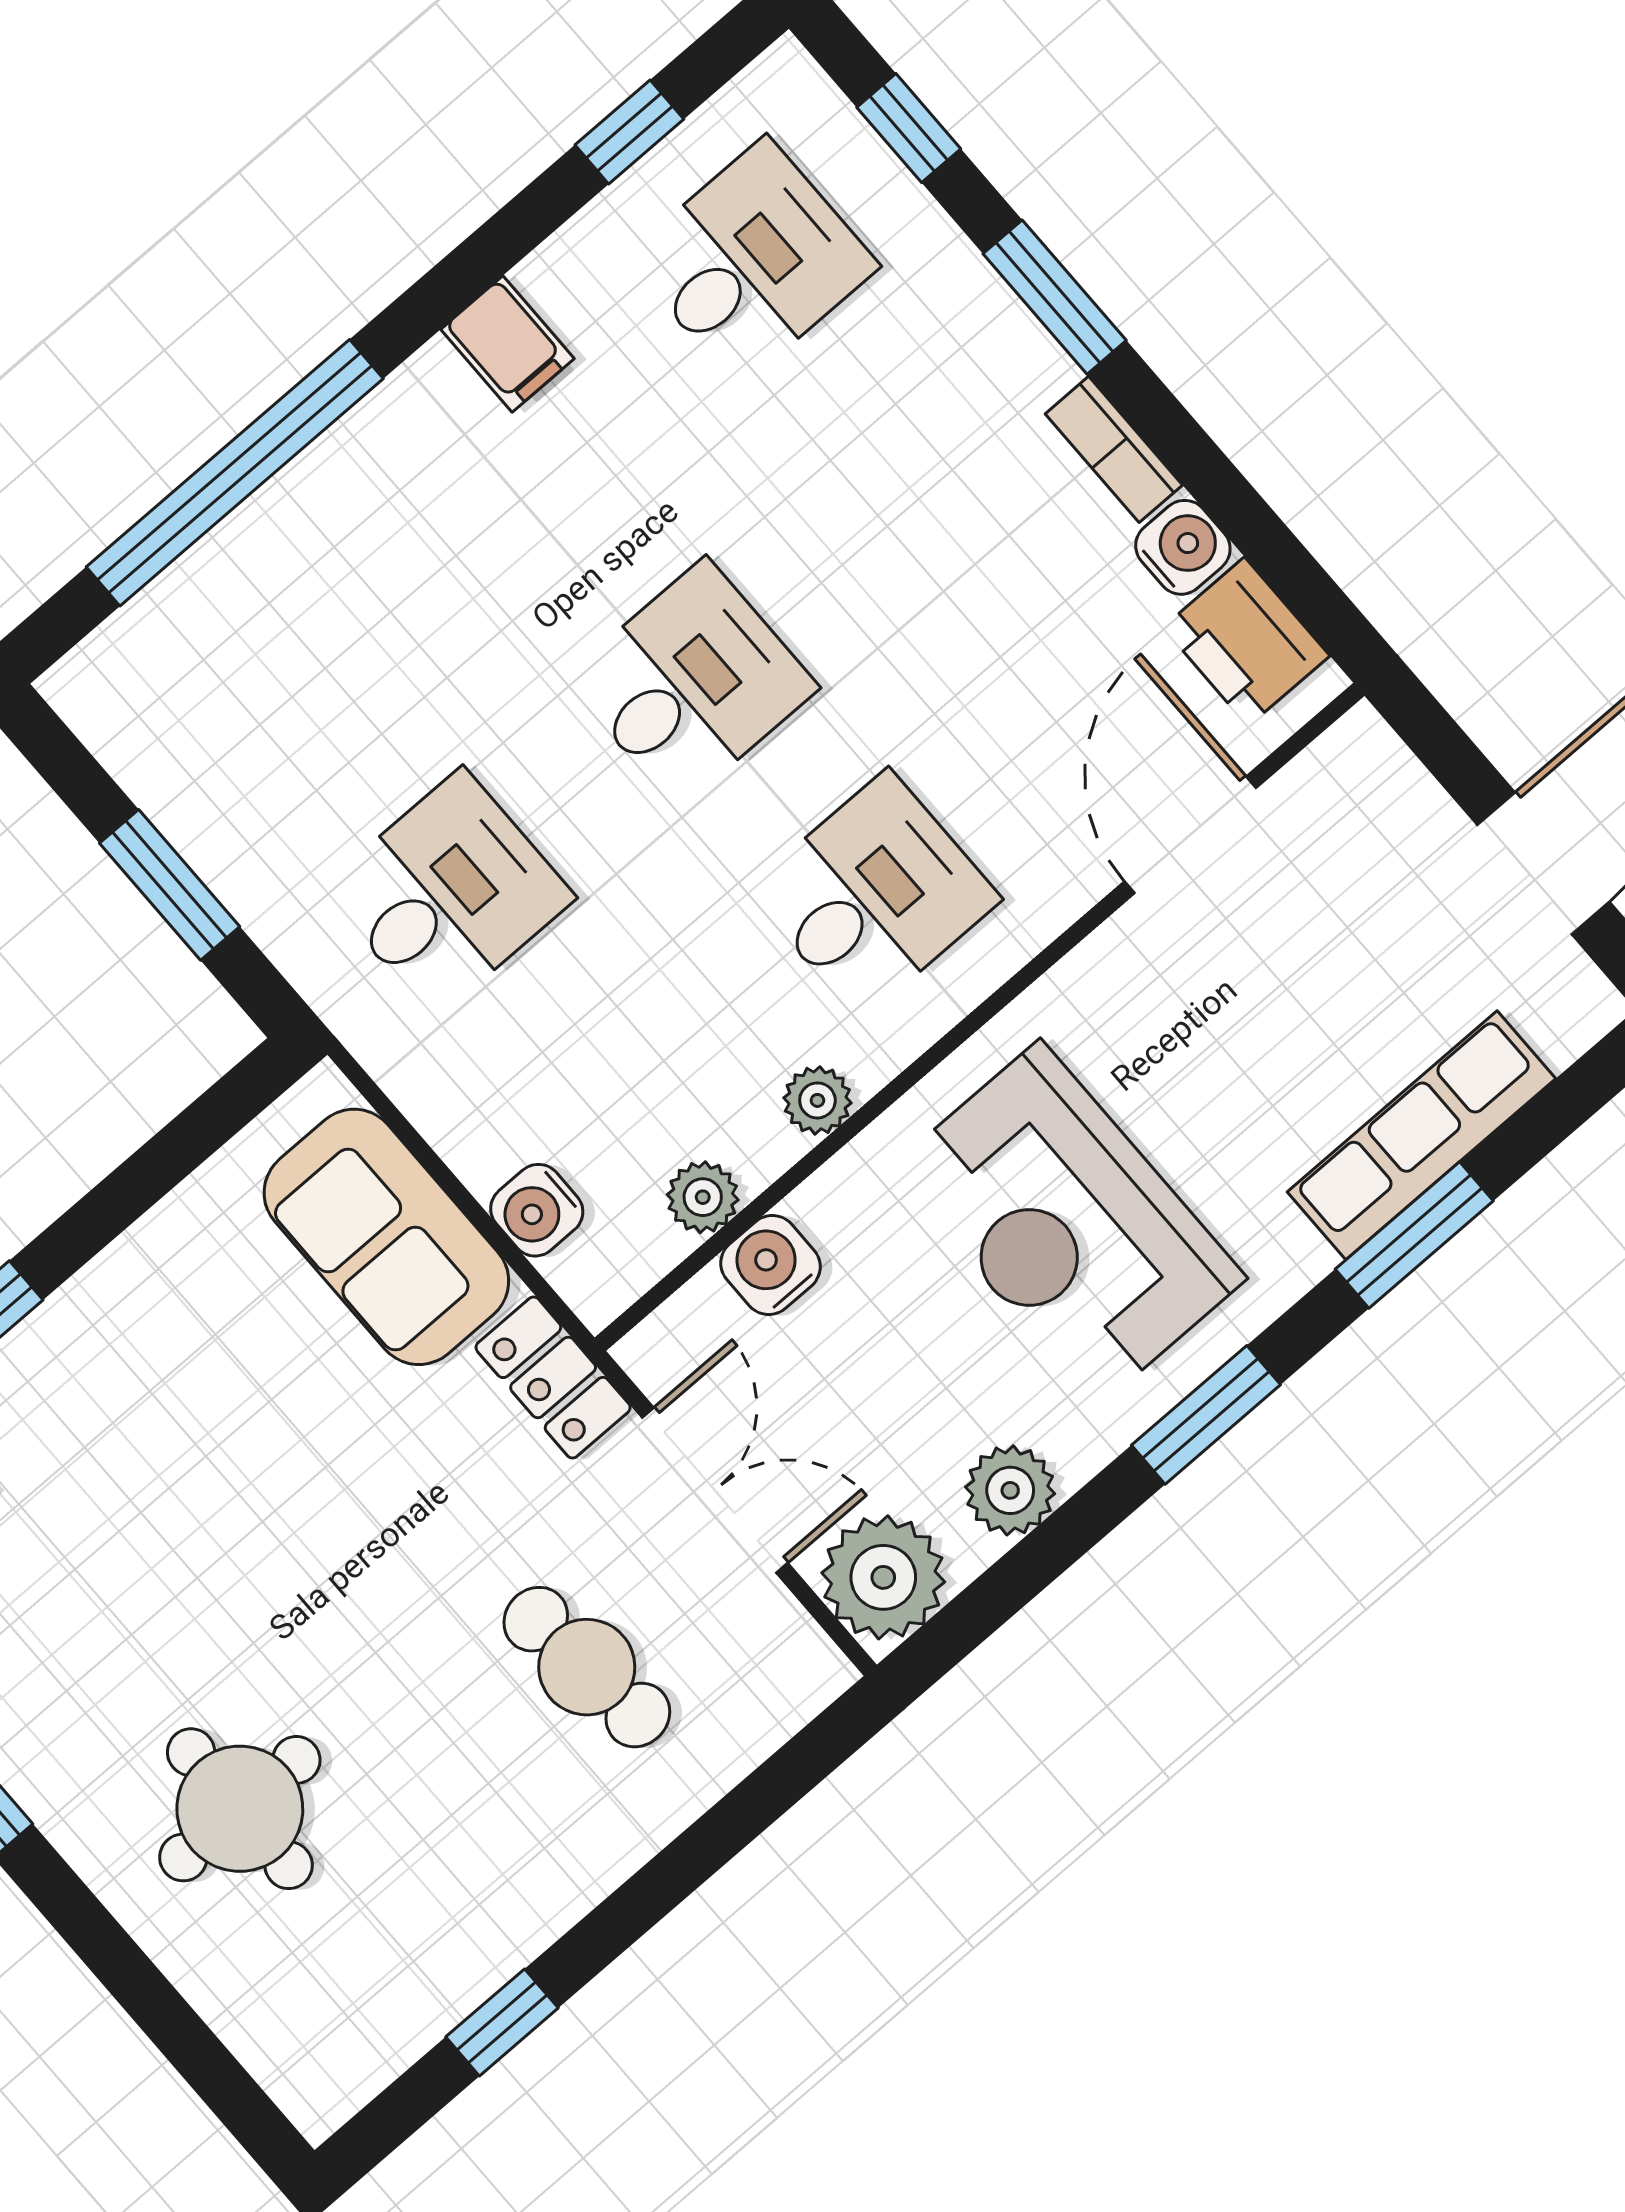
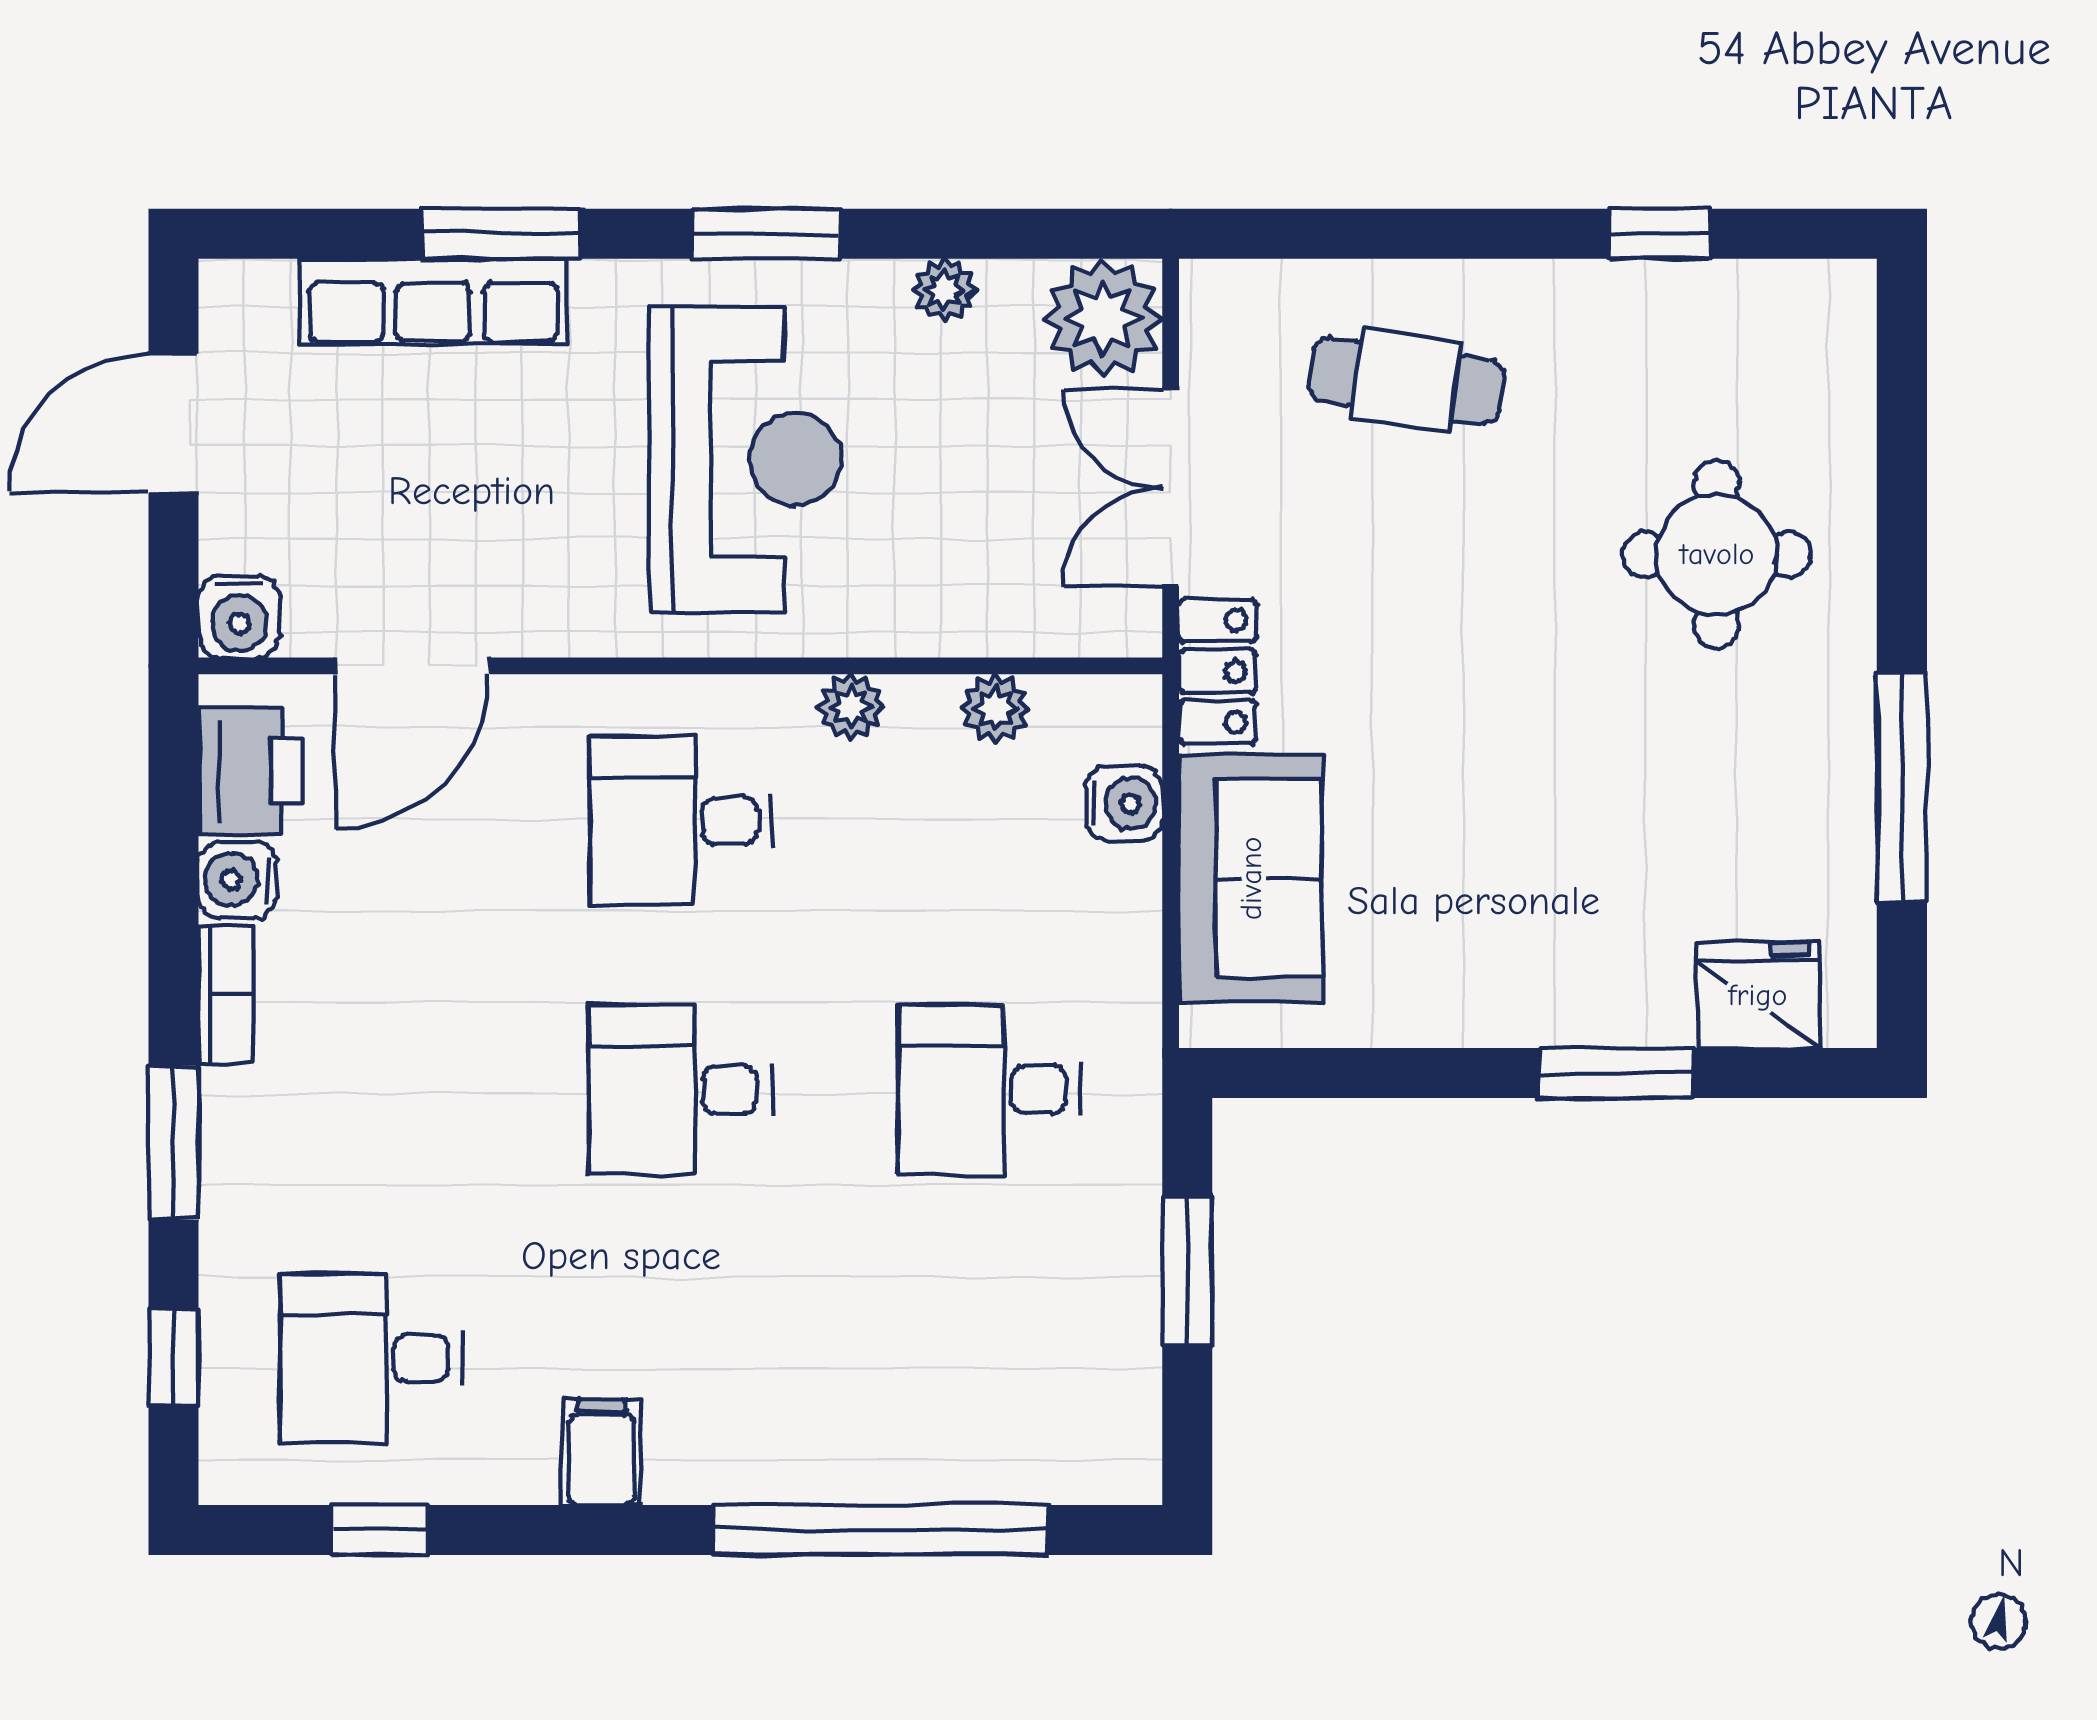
water cooler: (770, 1265) -> (239, 617), moved
plant: (1010, 1490) -> (944, 290), width x0.73, depth x0.73
cafe table: (587, 1667) -> (1406, 381), moved, turned -76

